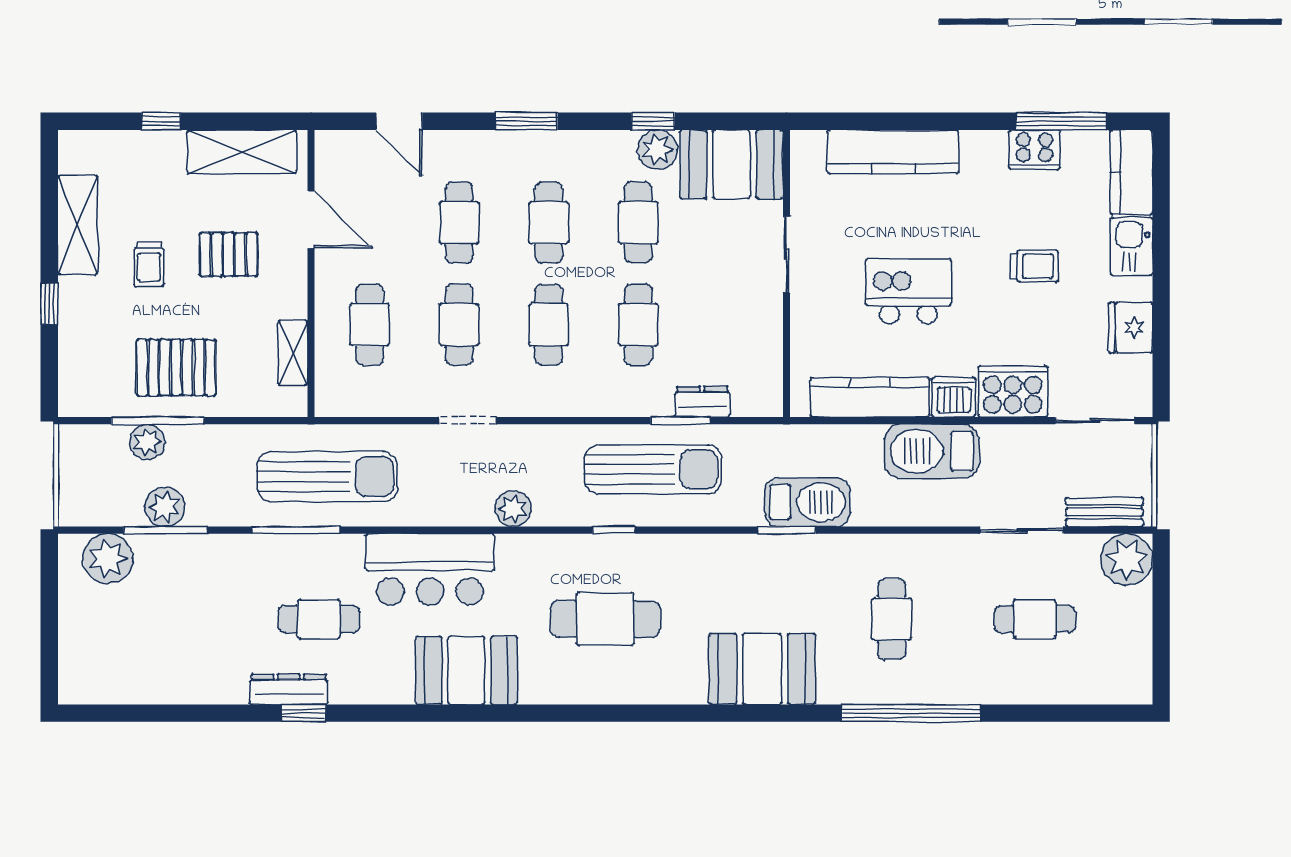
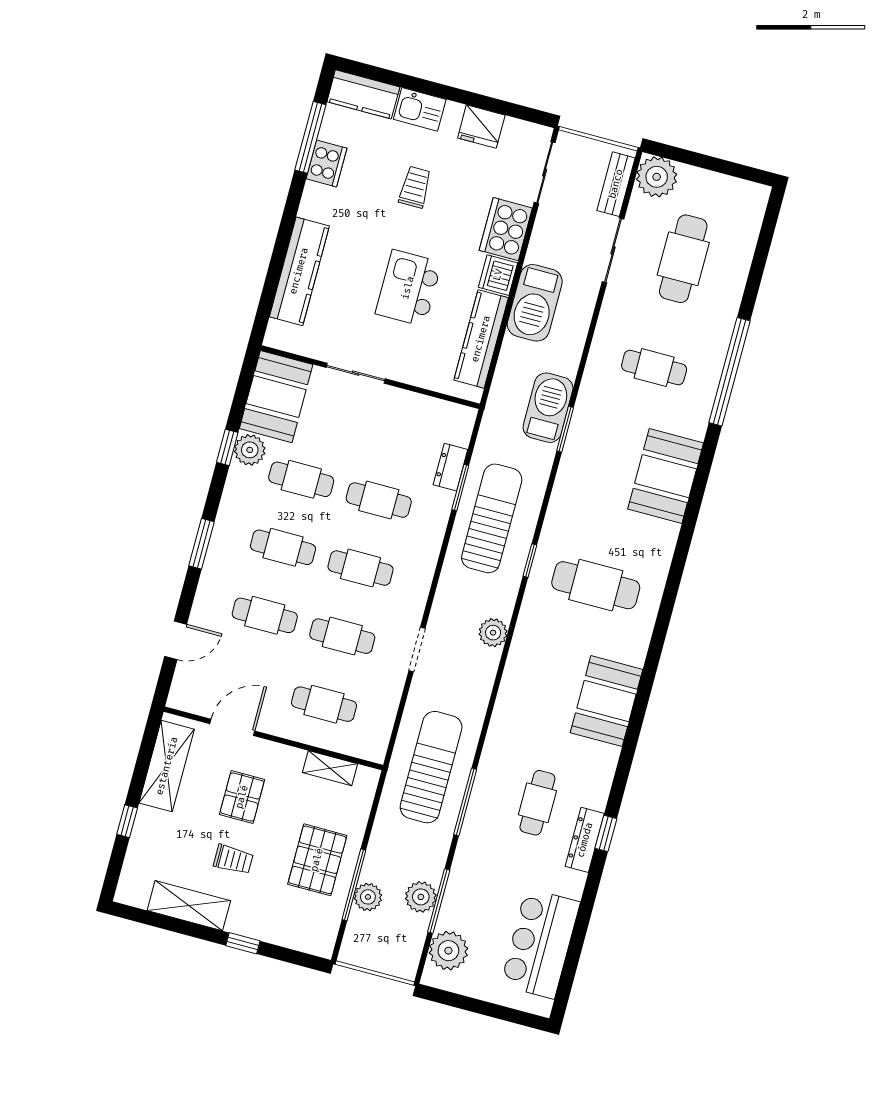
bar counter: (430, 569) -> (540, 943), moved, turned 180
cafe table: (605, 619) -> (596, 585), turned 90
cafe table: (1035, 619) -> (683, 259), width x1.37, depth x1.35

